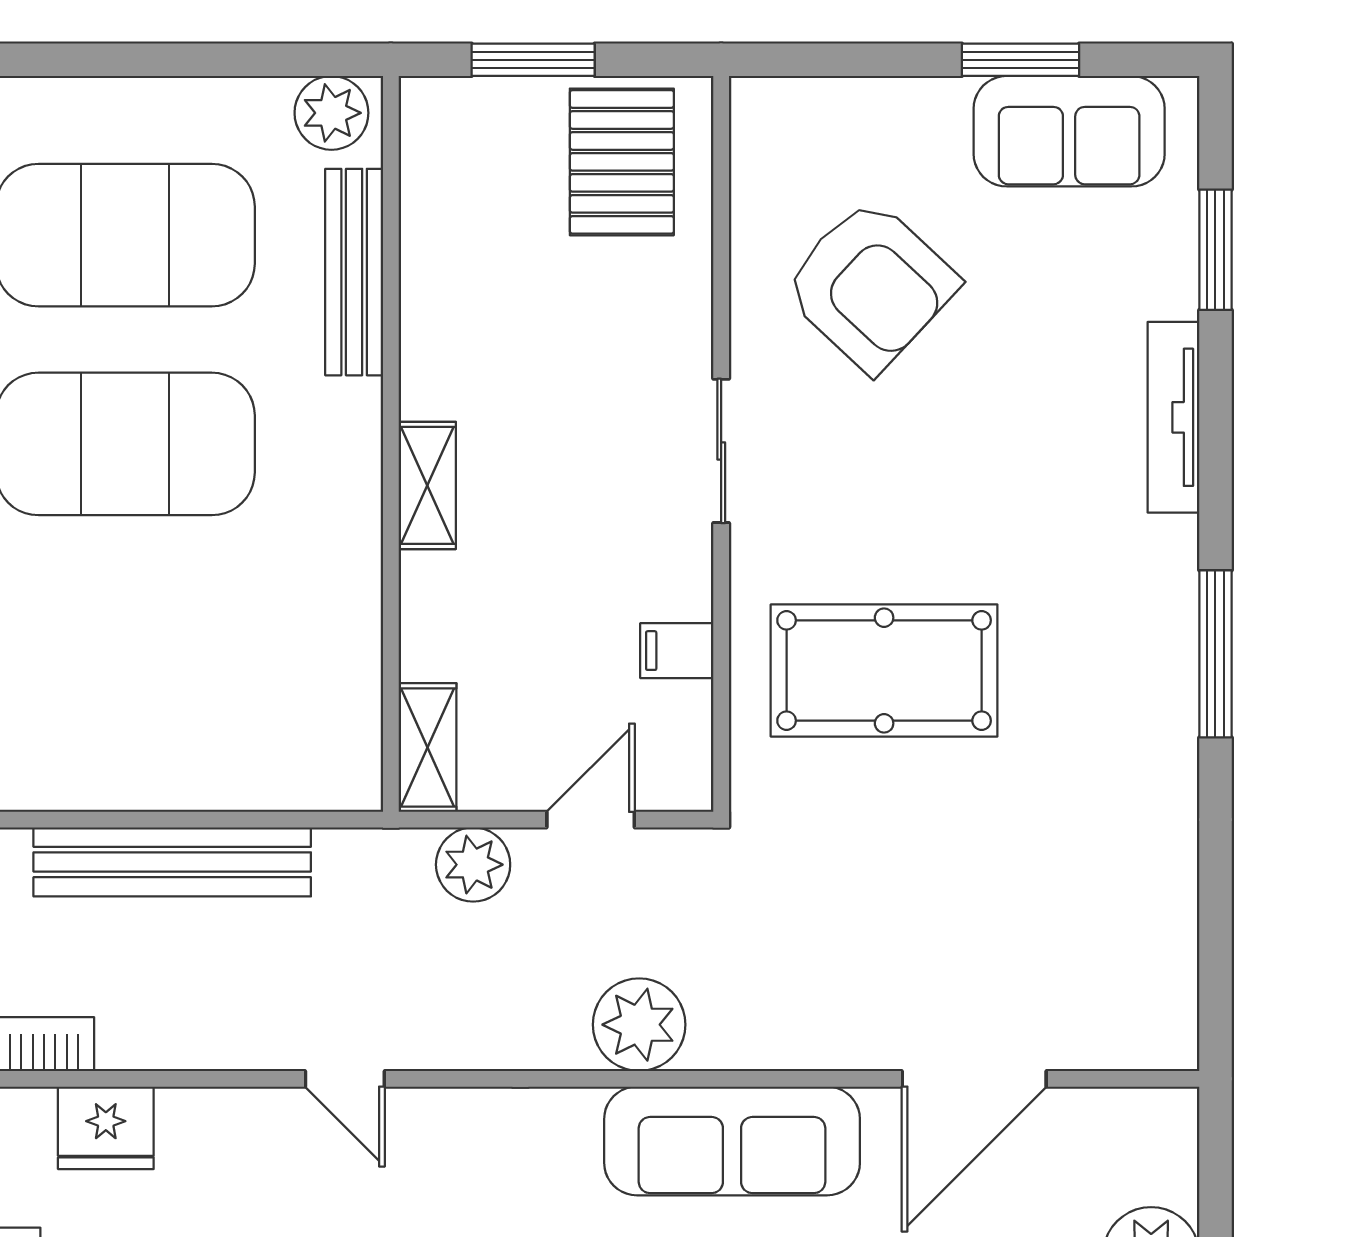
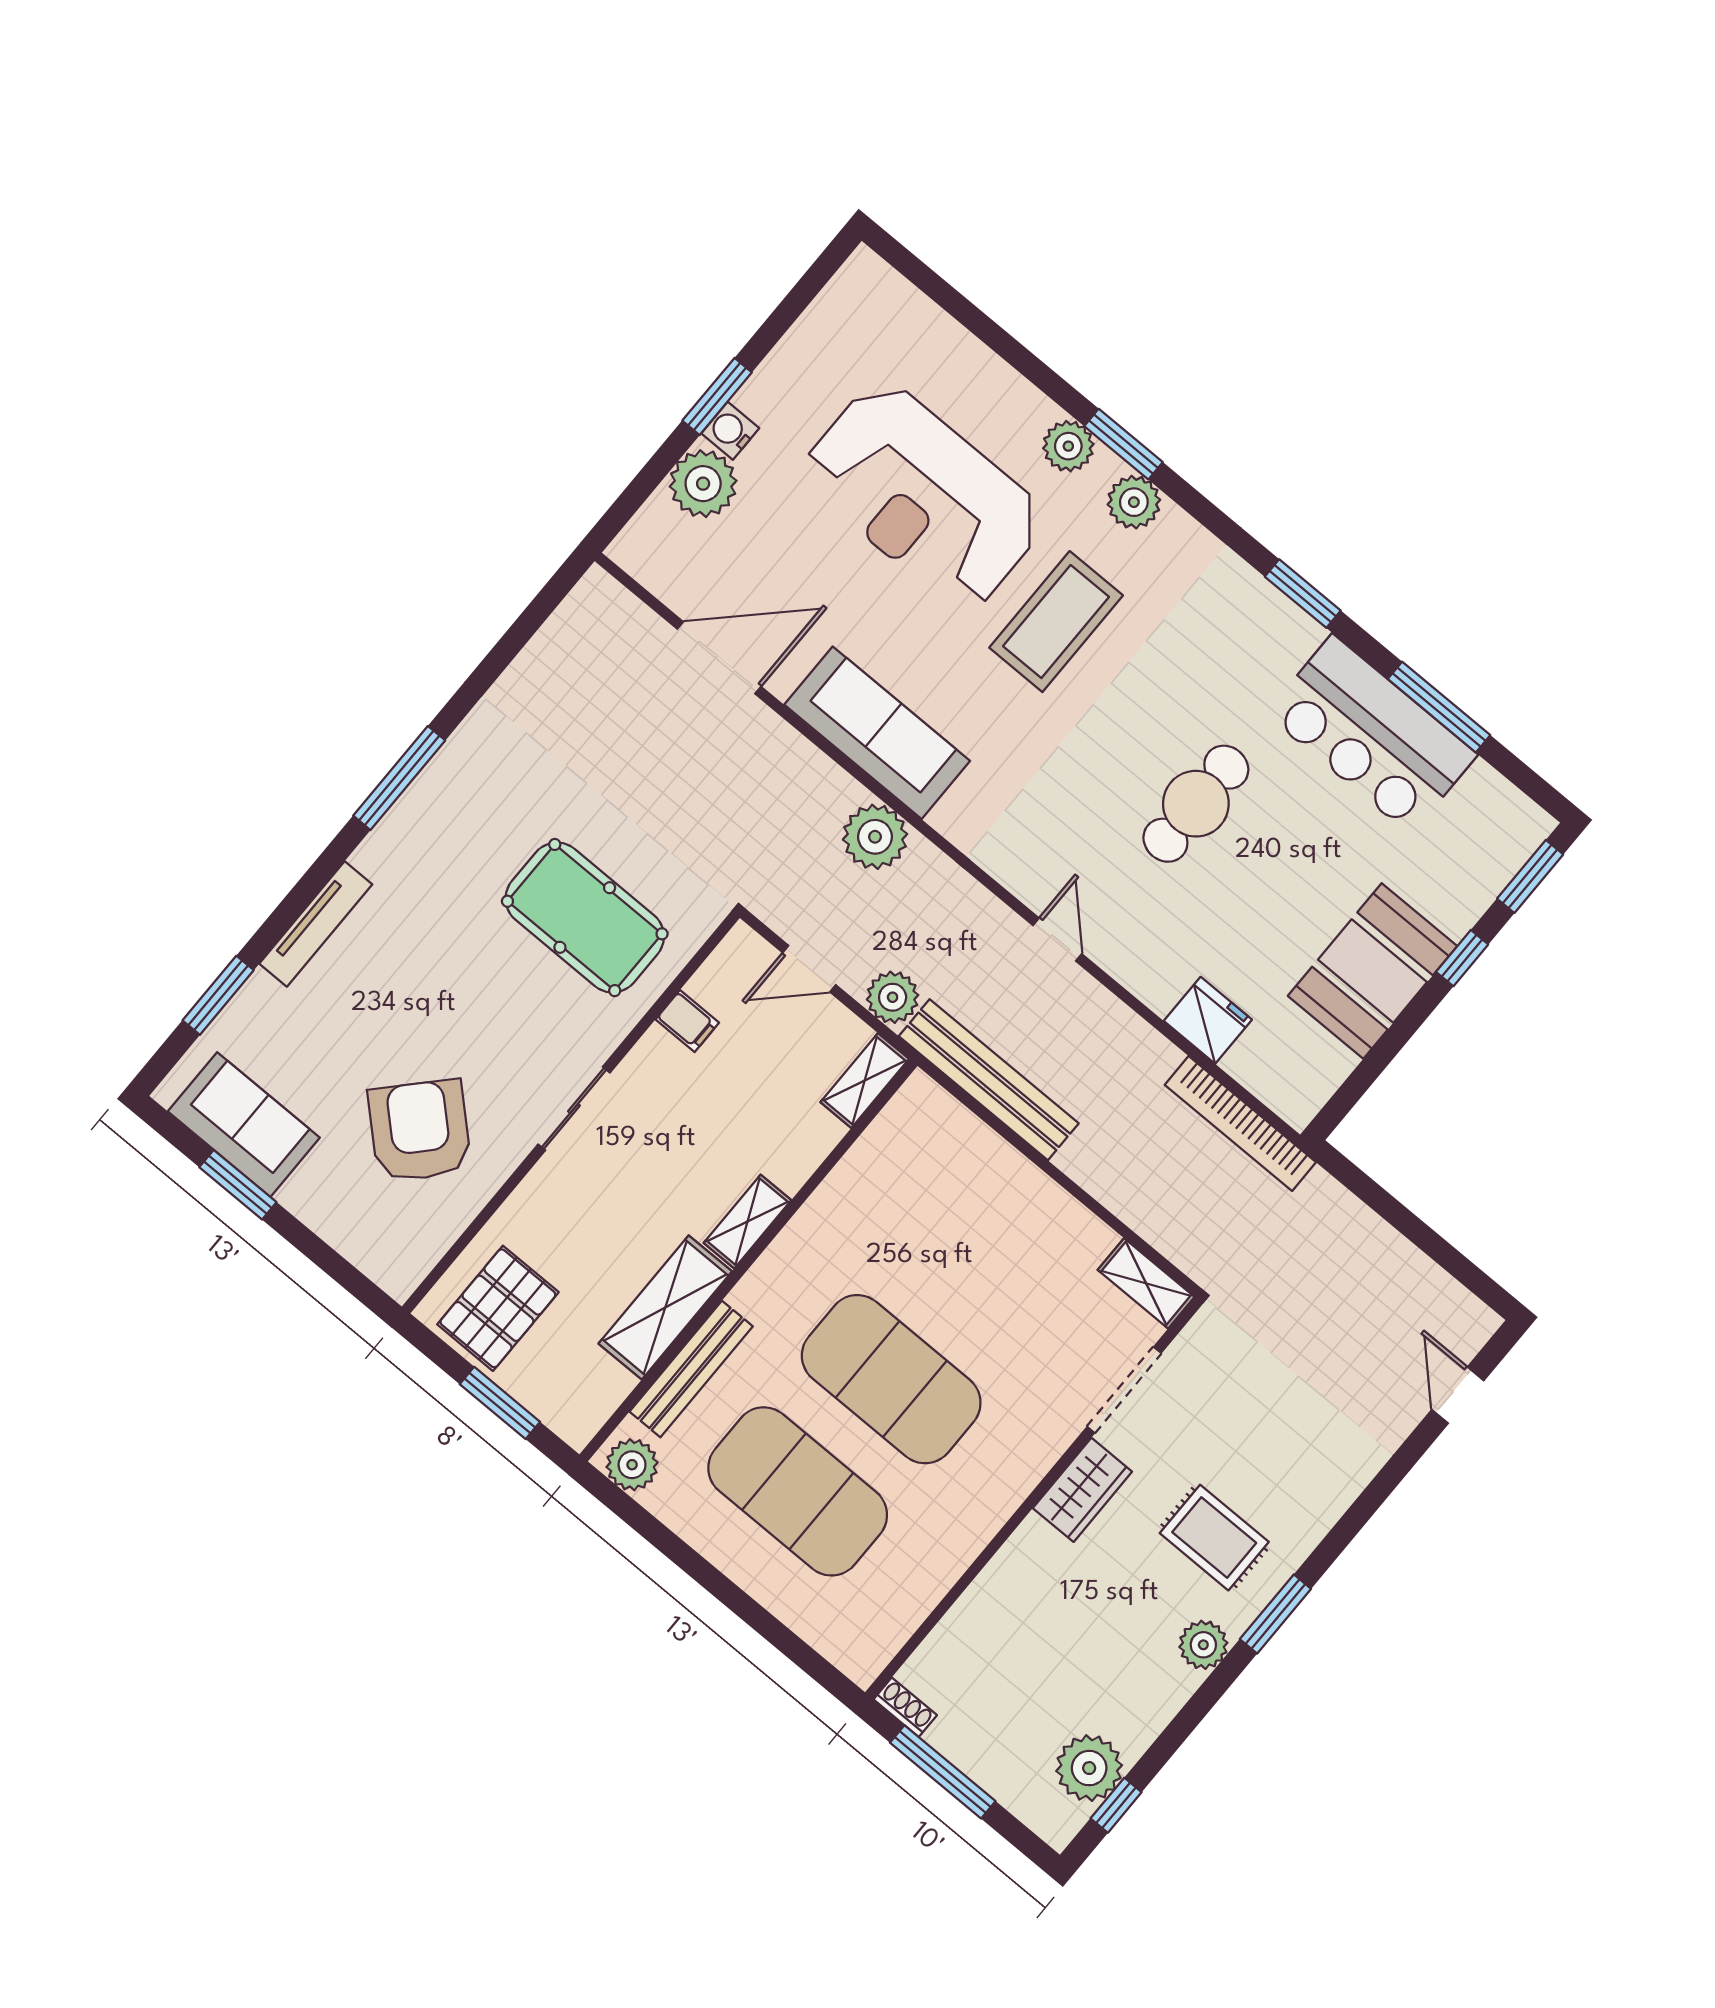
shelving: (439, 316) -> (665, 1307), added
bench: (172, 862) -> (989, 1080), moved

